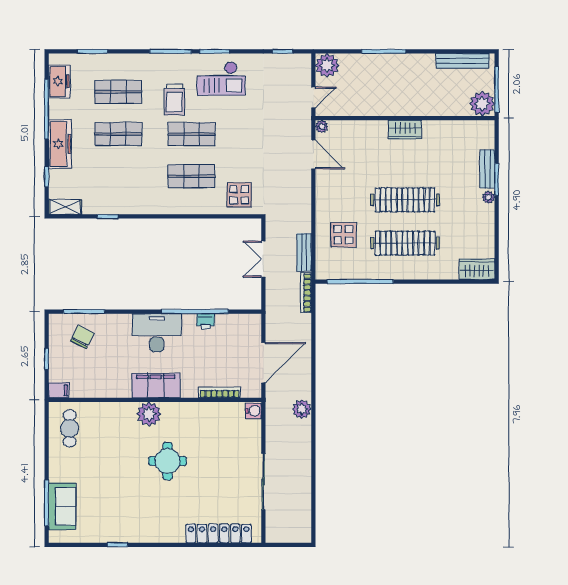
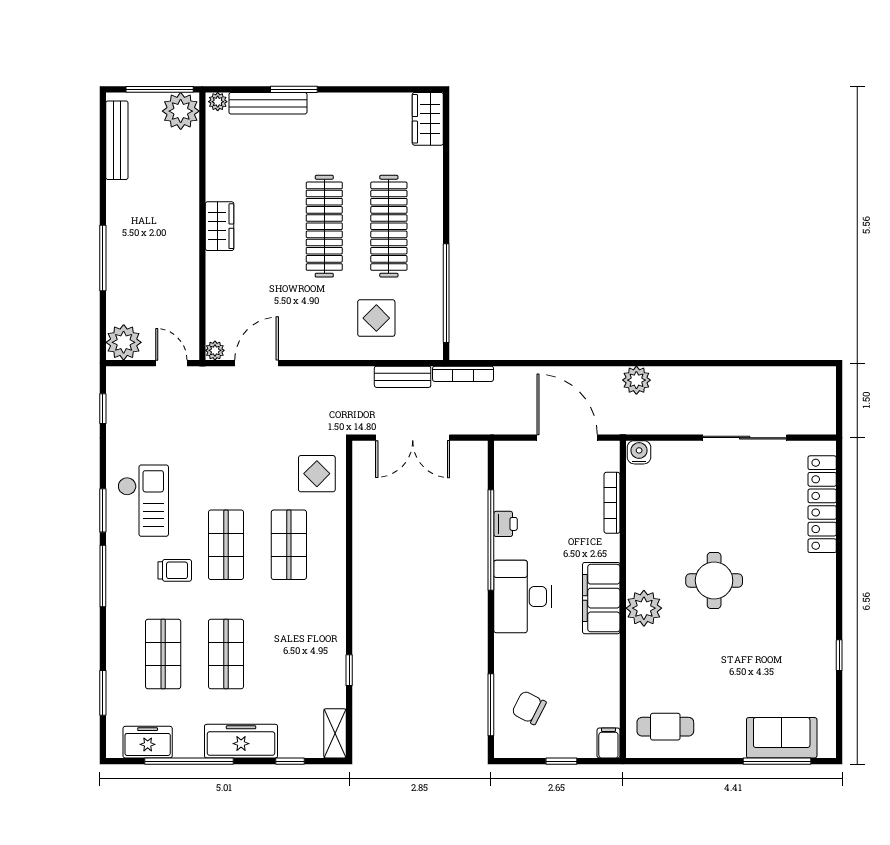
trolley: (174, 100) -> (175, 570), width x0.73, depth x0.72
bench: (487, 169) -> (268, 103), width x1.36
plant: (488, 197) -> (218, 102), moved
double door: (263, 259) -> (413, 438), width x1.37

